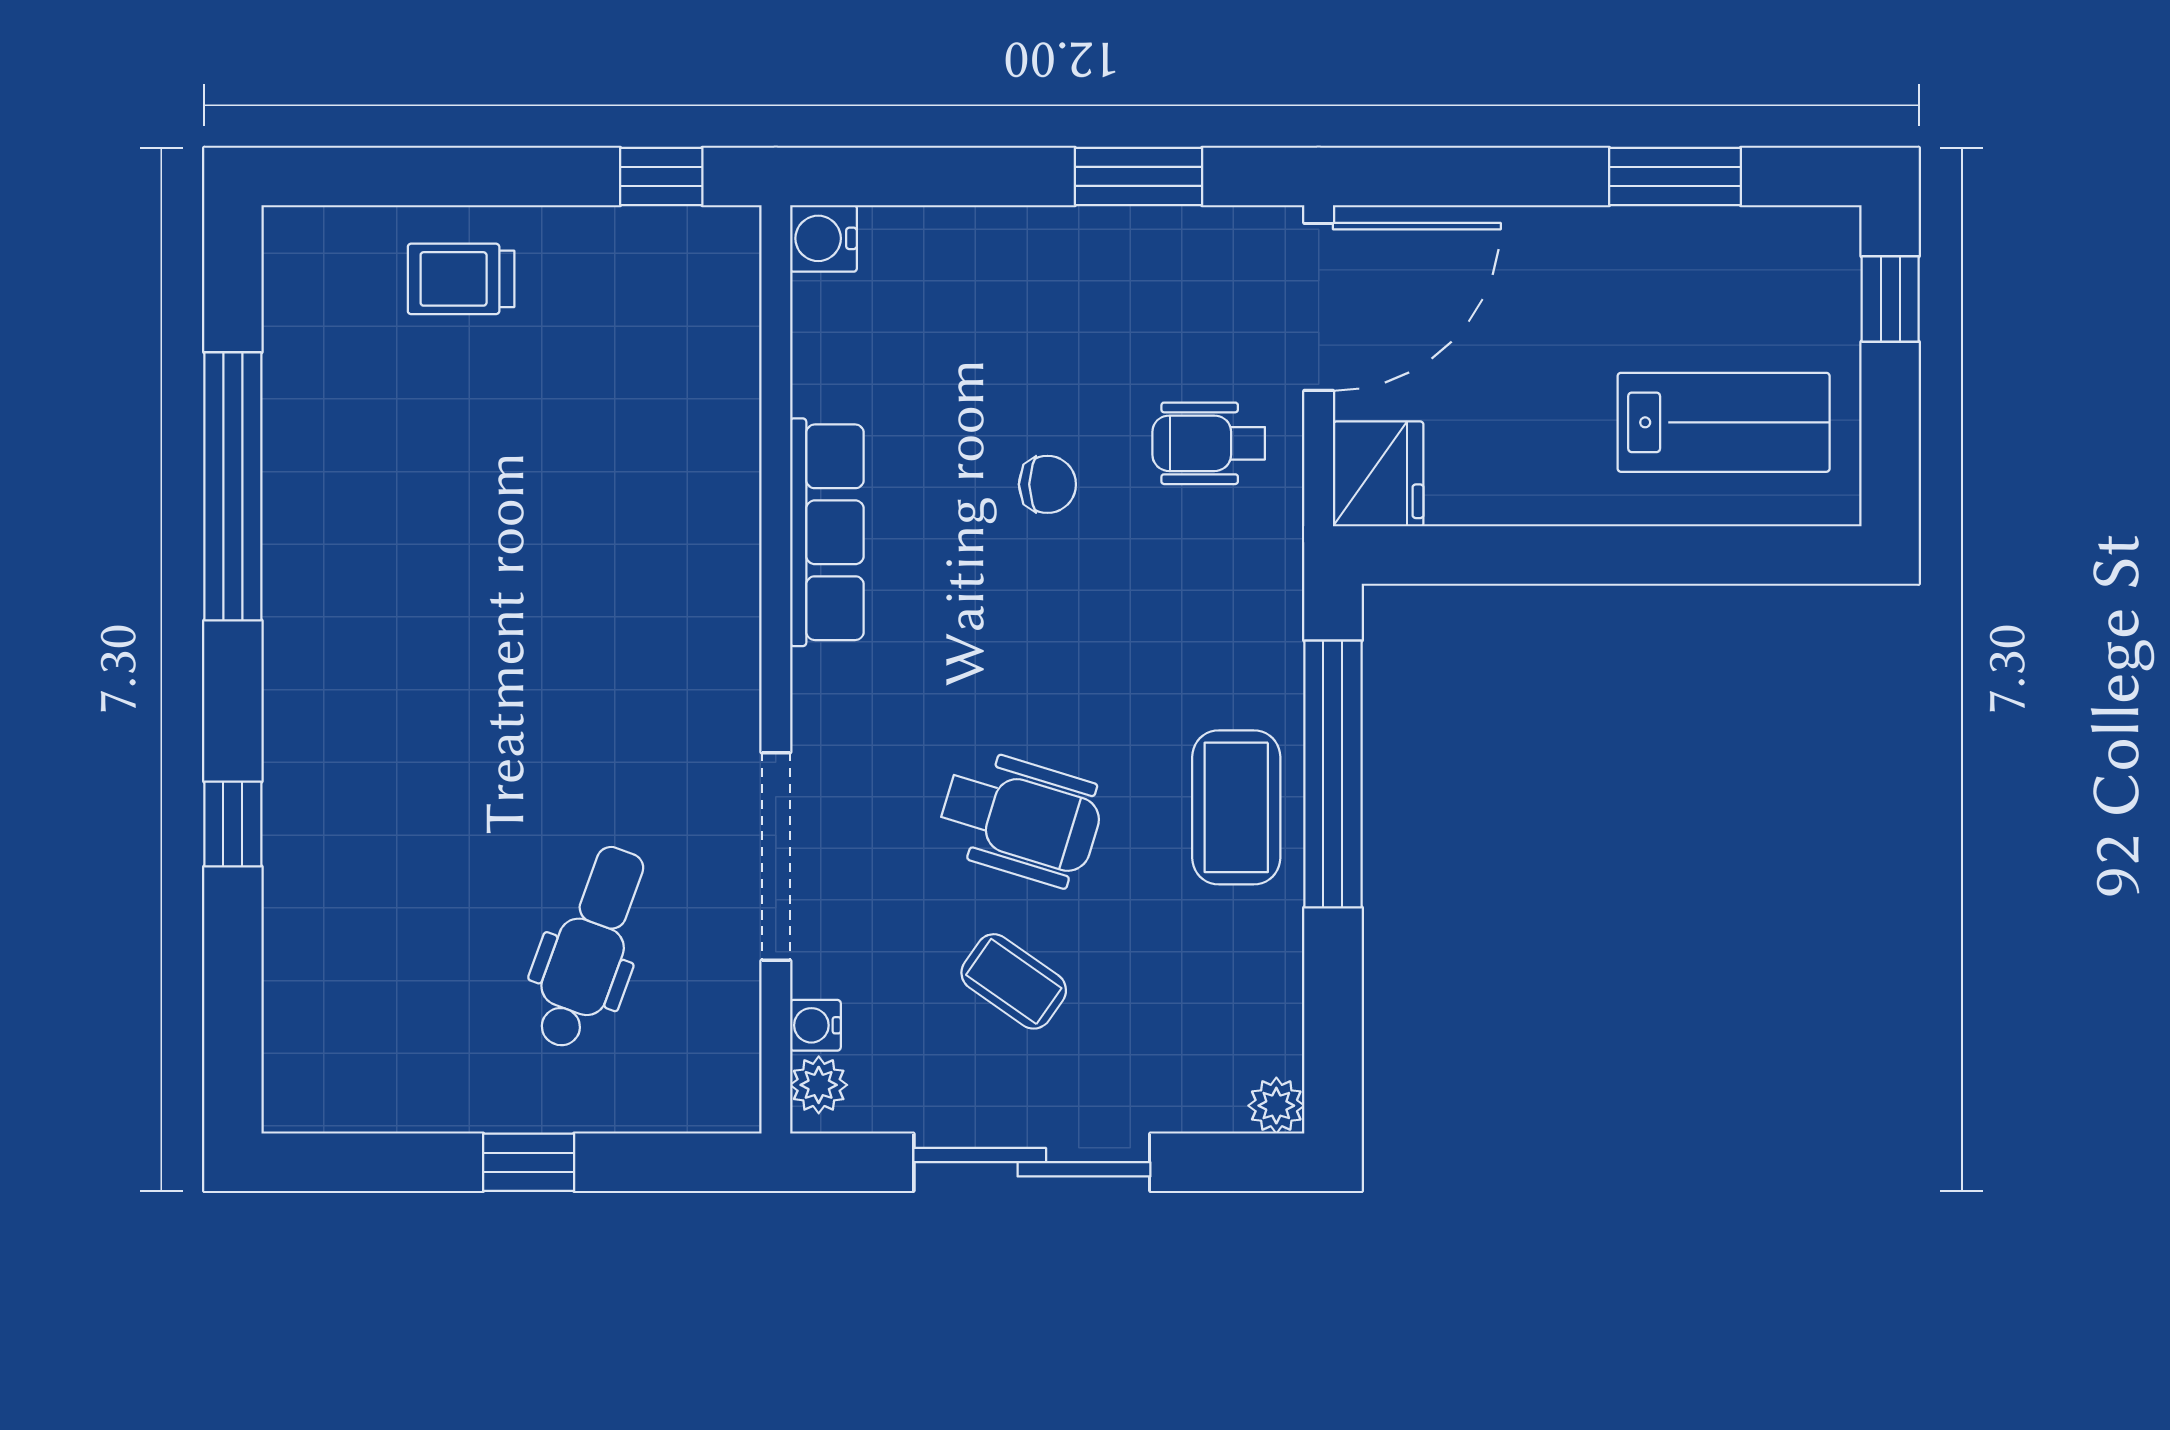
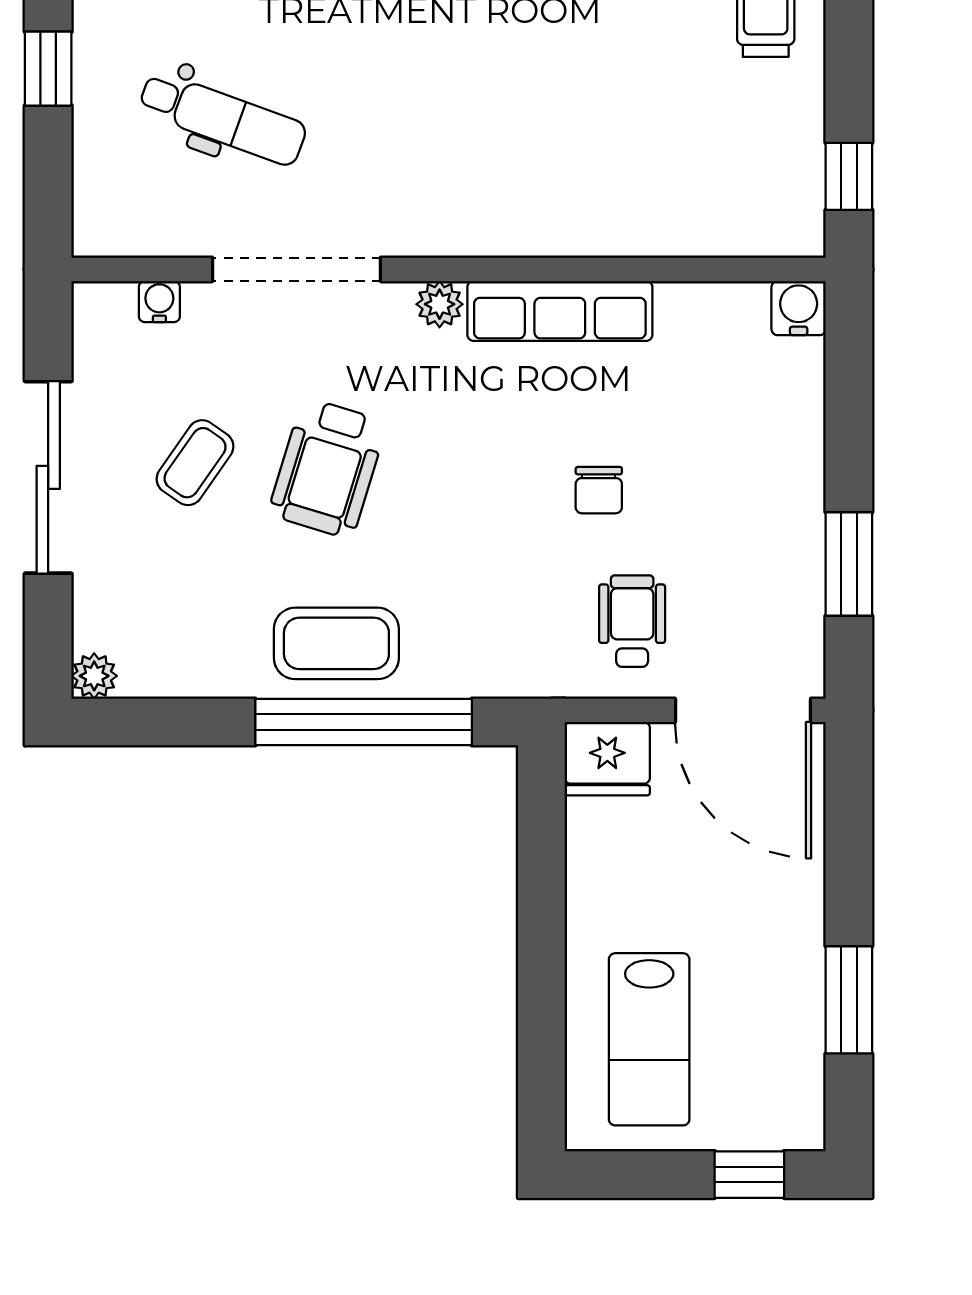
plant: (819, 1085) -> (440, 304), moved

